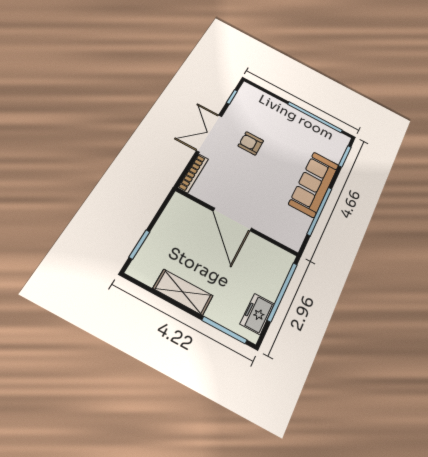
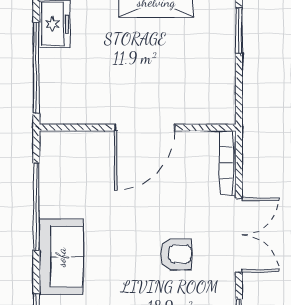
sofa: (314, 184) -> (61, 257), width x0.73
door: (232, 220) -> (145, 128), swing flipped

